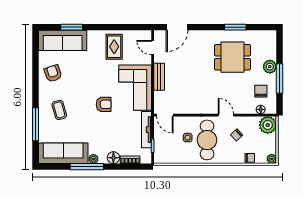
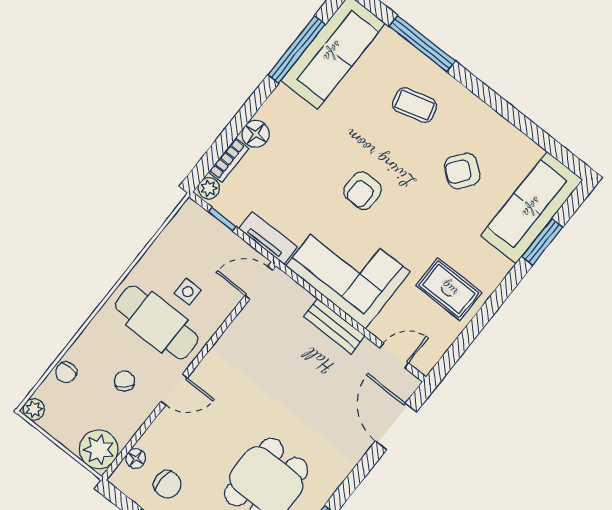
armchair: (53, 73) -> (462, 171), moved, turned 147
tv unit: (147, 130) -> (268, 238), width x0.71
plant: (93, 159) -> (209, 188), moved
window: (87, 167) -> (297, 50), moved

